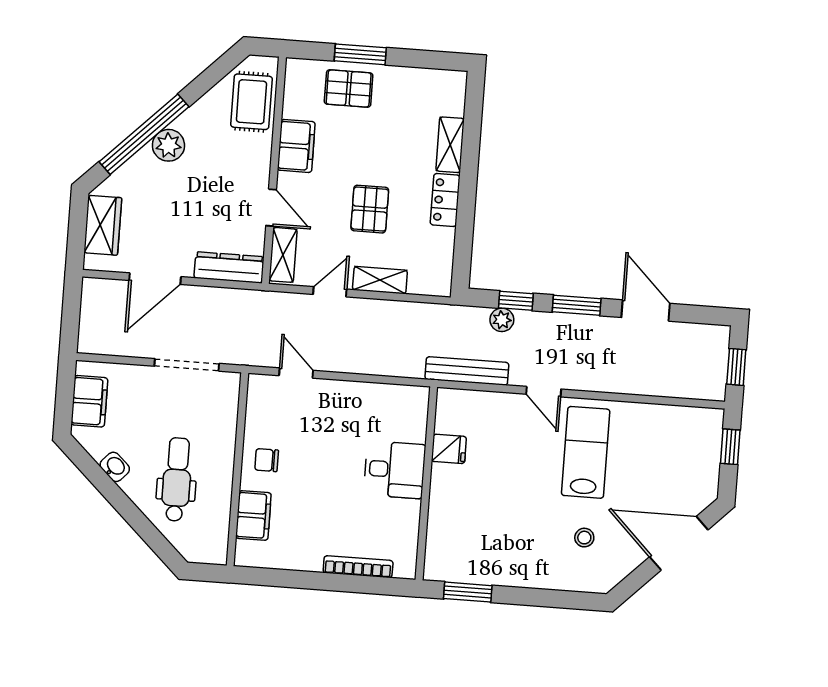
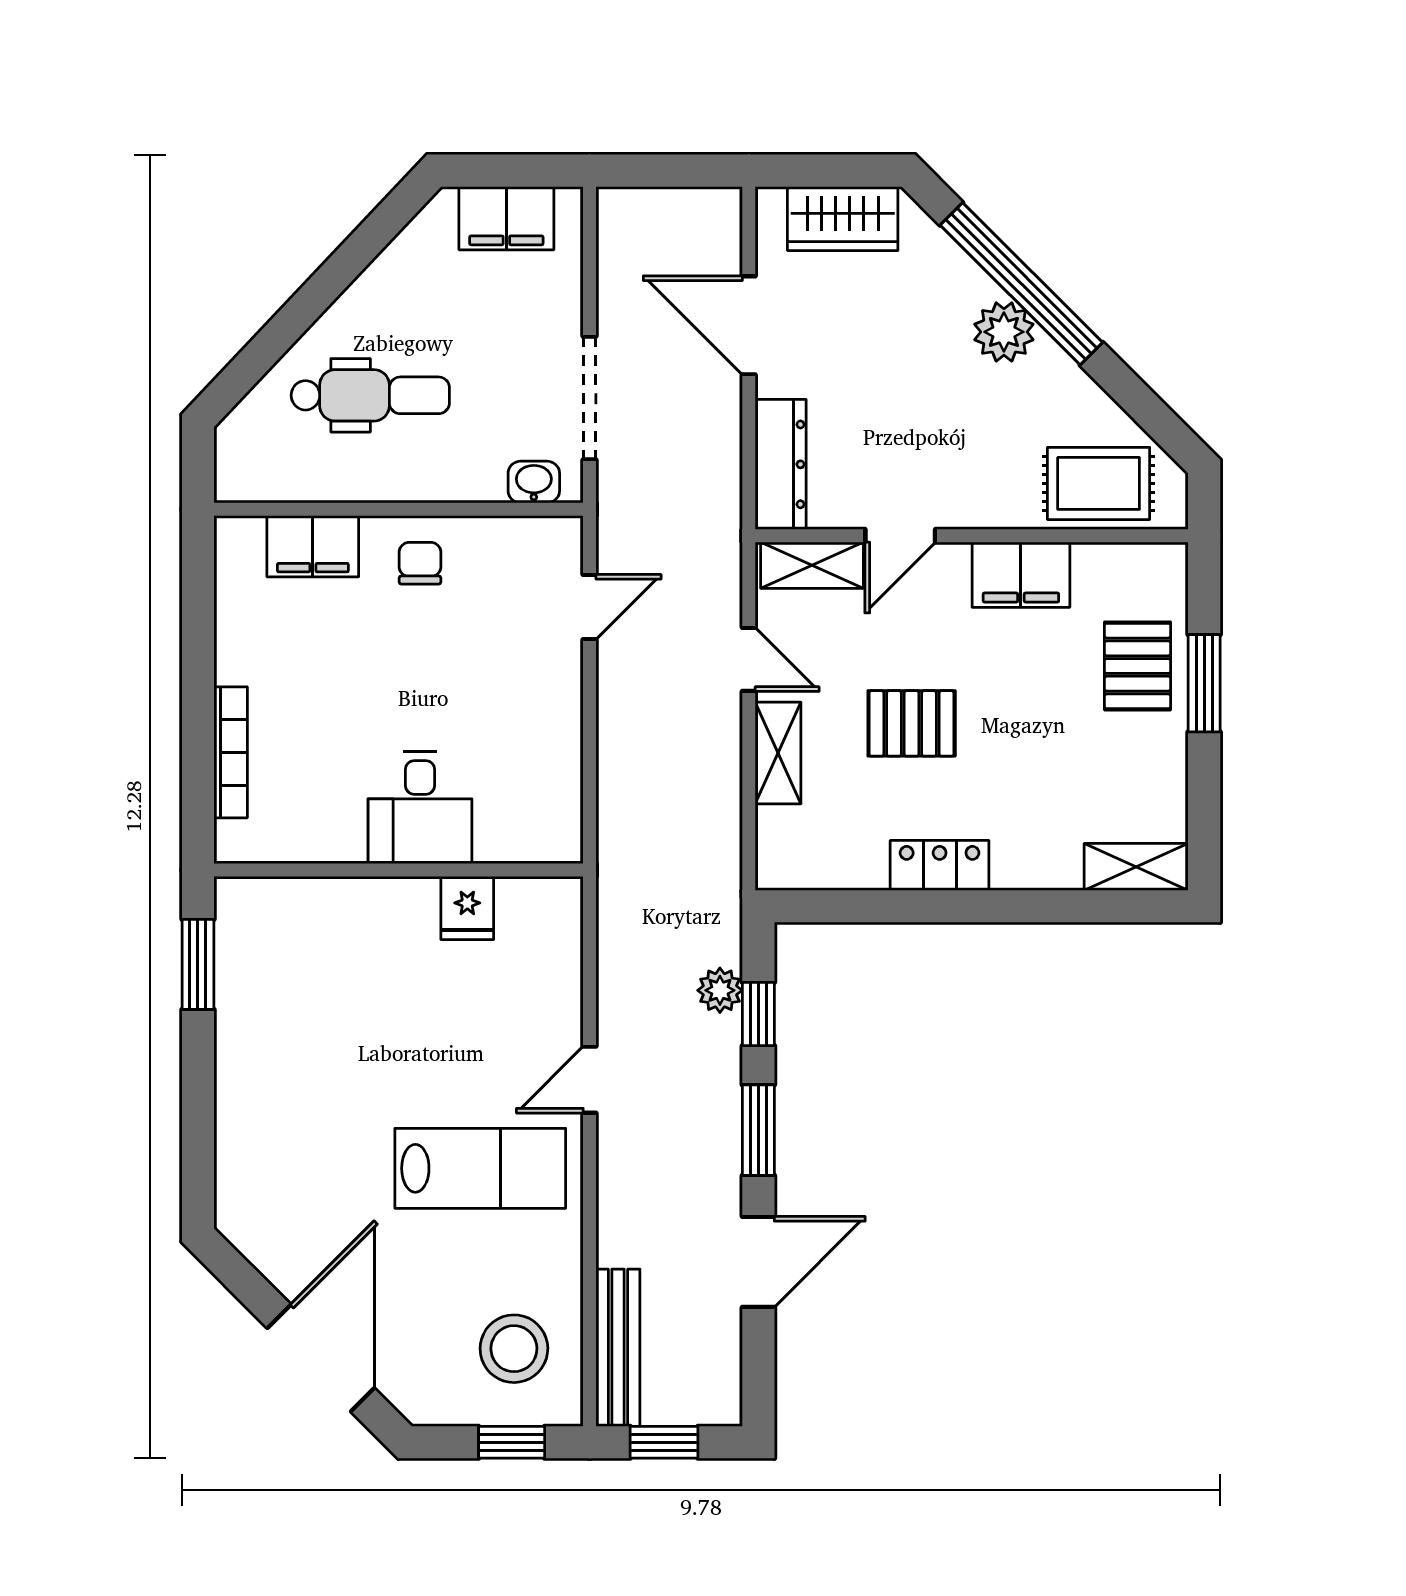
shelving: (450, 145) -> (1136, 867), moved
bench: (467, 371) -> (618, 1348), moved
washbasin: (115, 467) -> (534, 482), moved, turned -133
stool: (584, 538) -> (514, 1349), moved, width x1.89, depth x1.89

